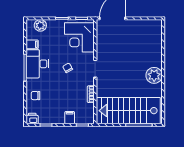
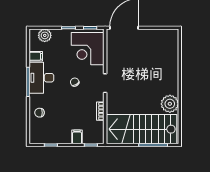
plant: (154, 75) -> (170, 104), moved
printer: (32, 118) -> (36, 138), removed

